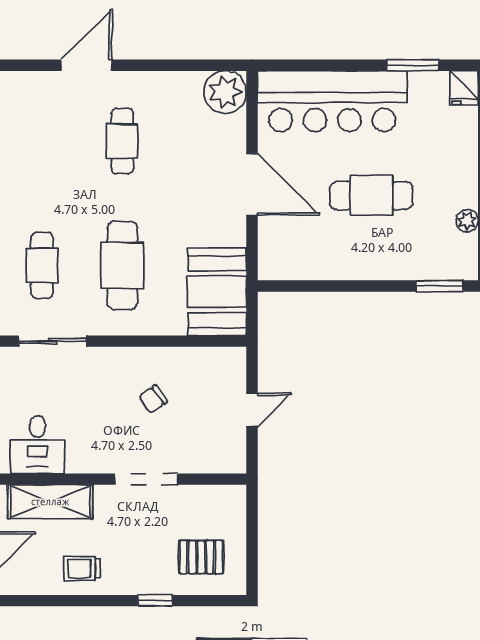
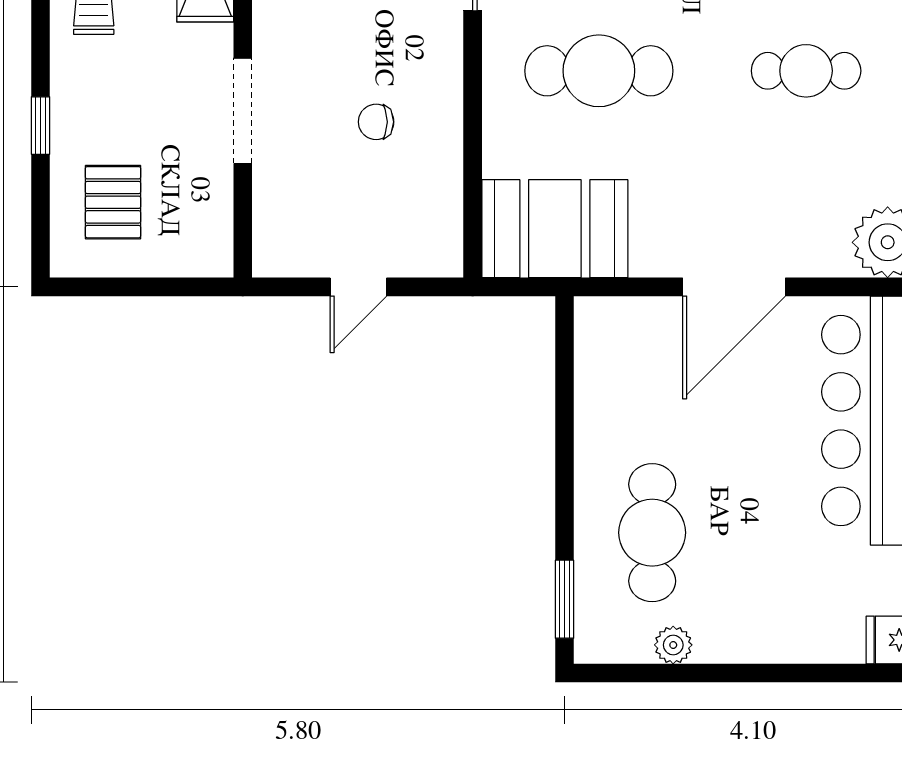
cafe table: (371, 195) -> (652, 533), moved
chair: (153, 399) -> (376, 122), turned -55
door: (252, 410) -> (358, 287), hinge flipped

